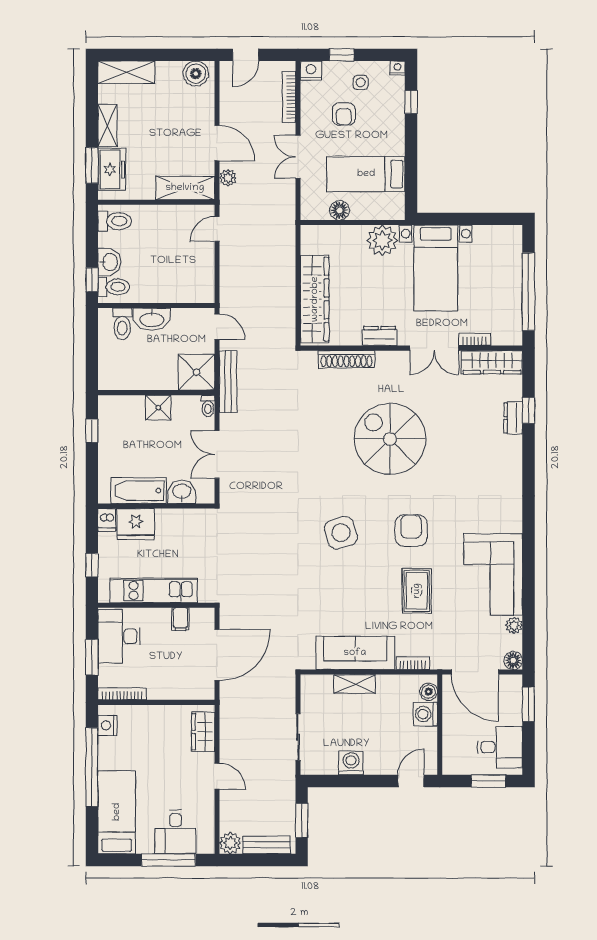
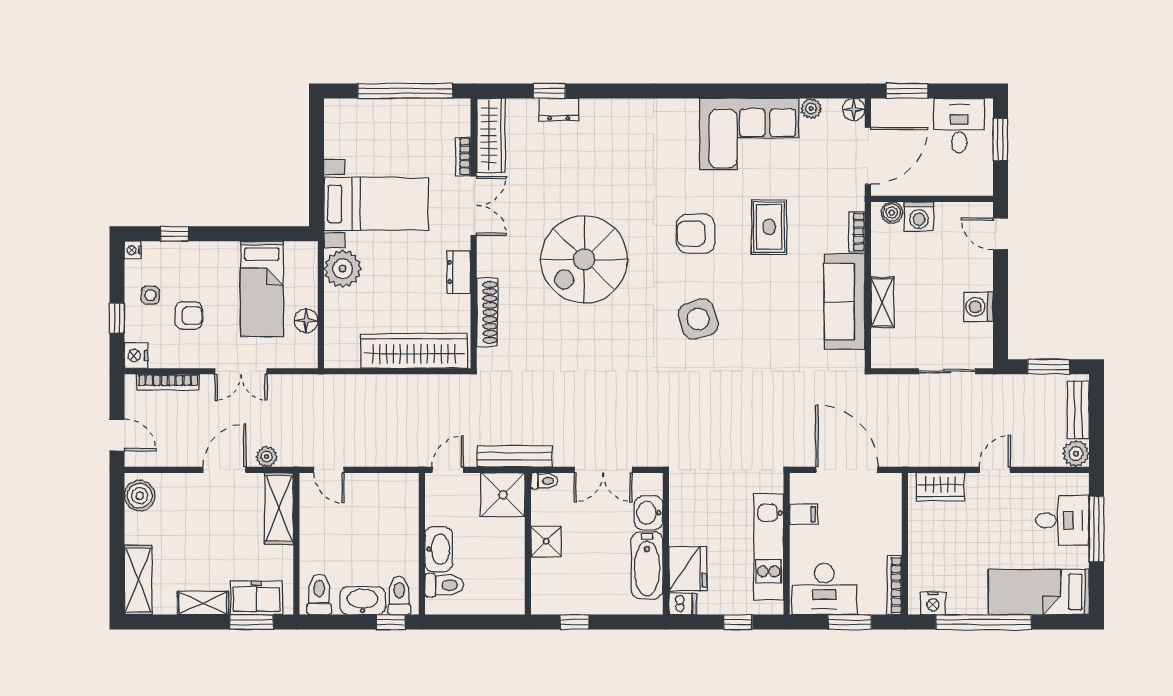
washbasin: (110, 262) -> (363, 601), width x1.38
rug: (417, 591) -> (769, 227), turned 90

